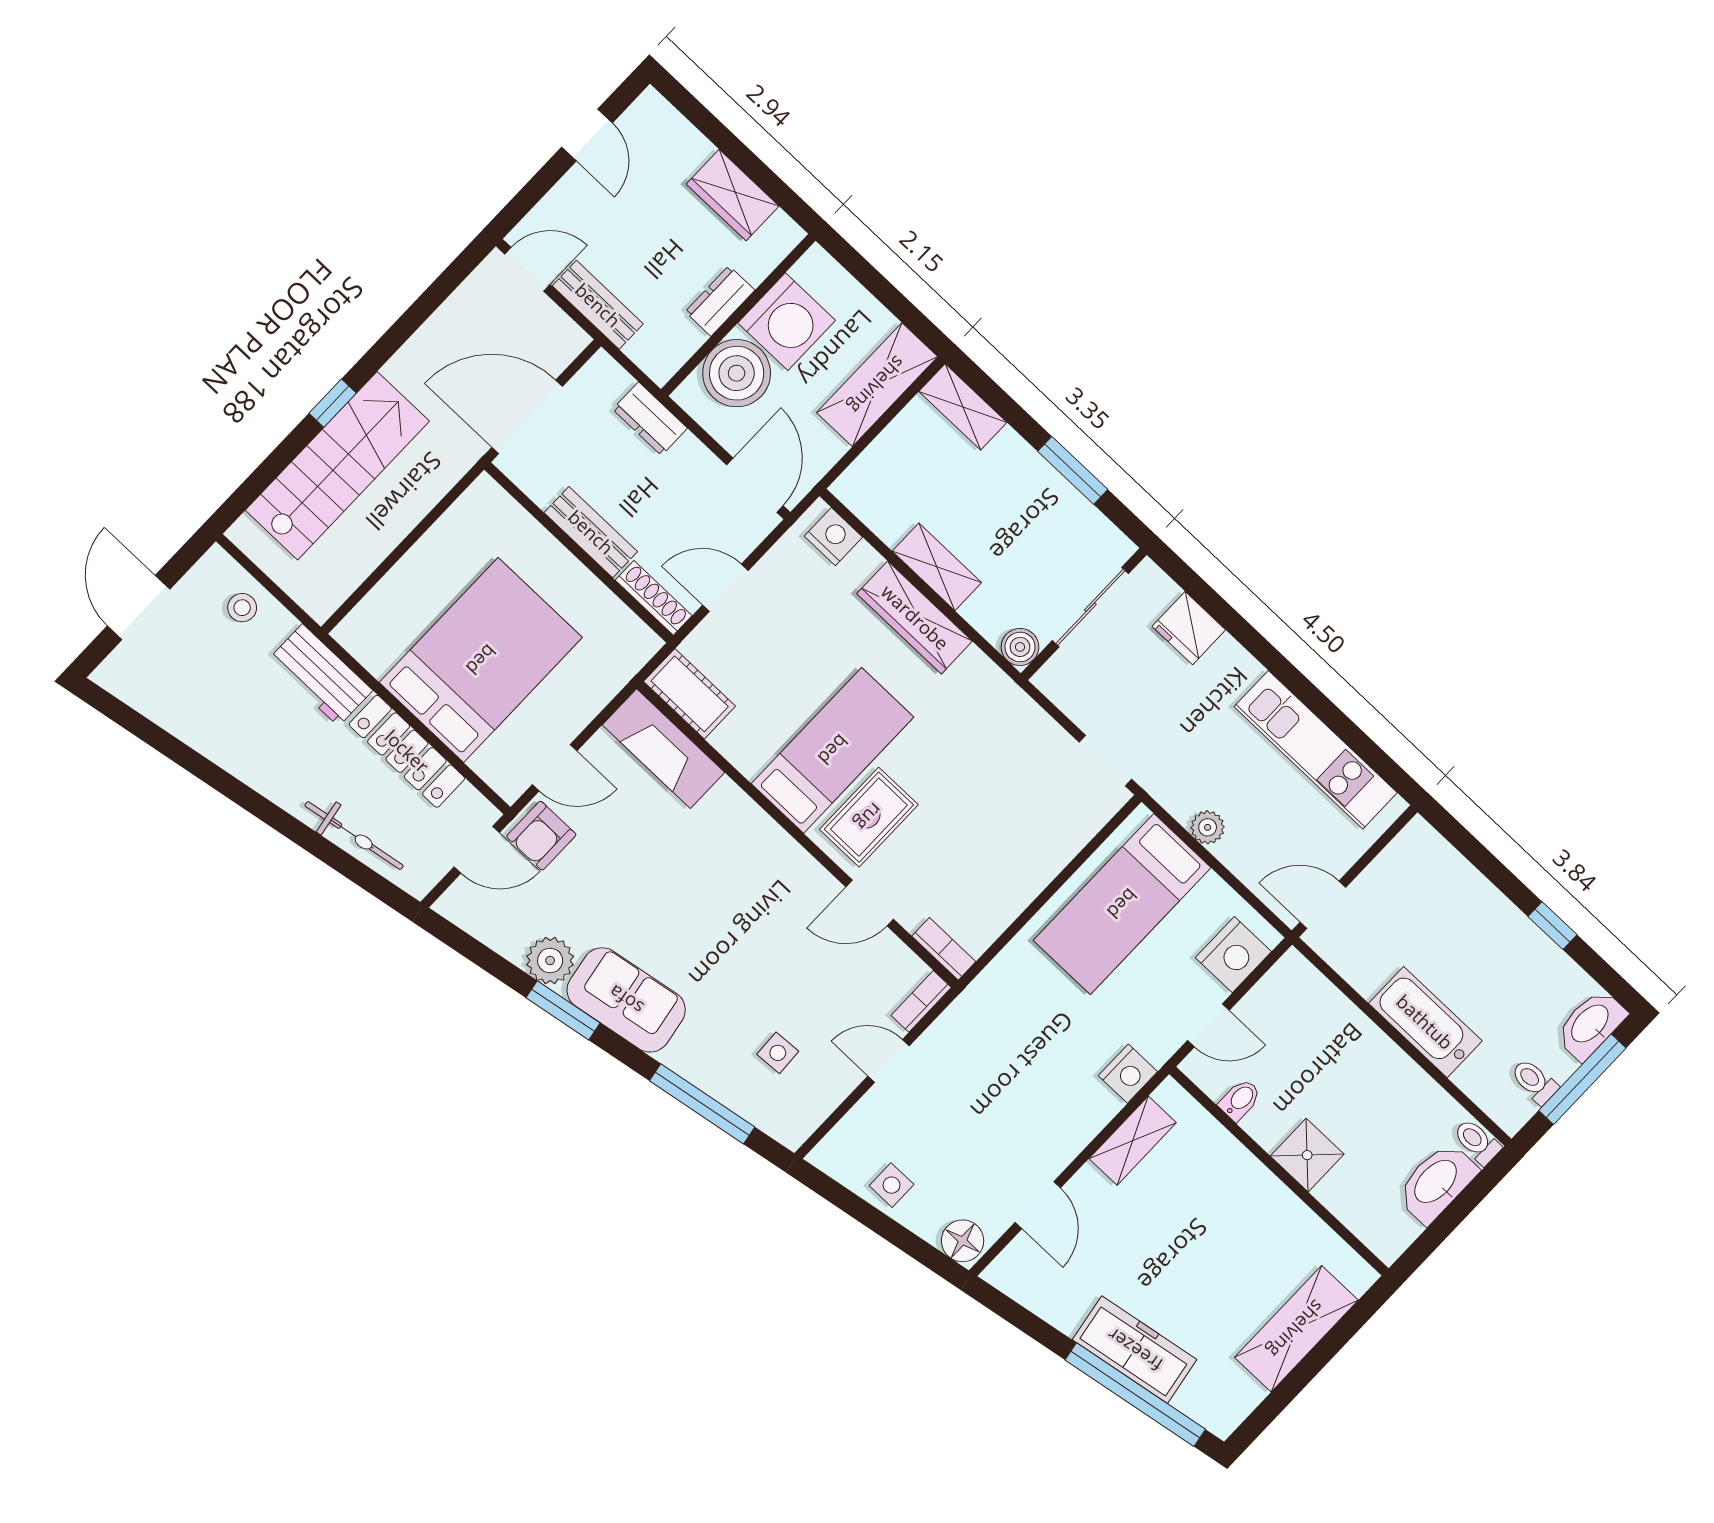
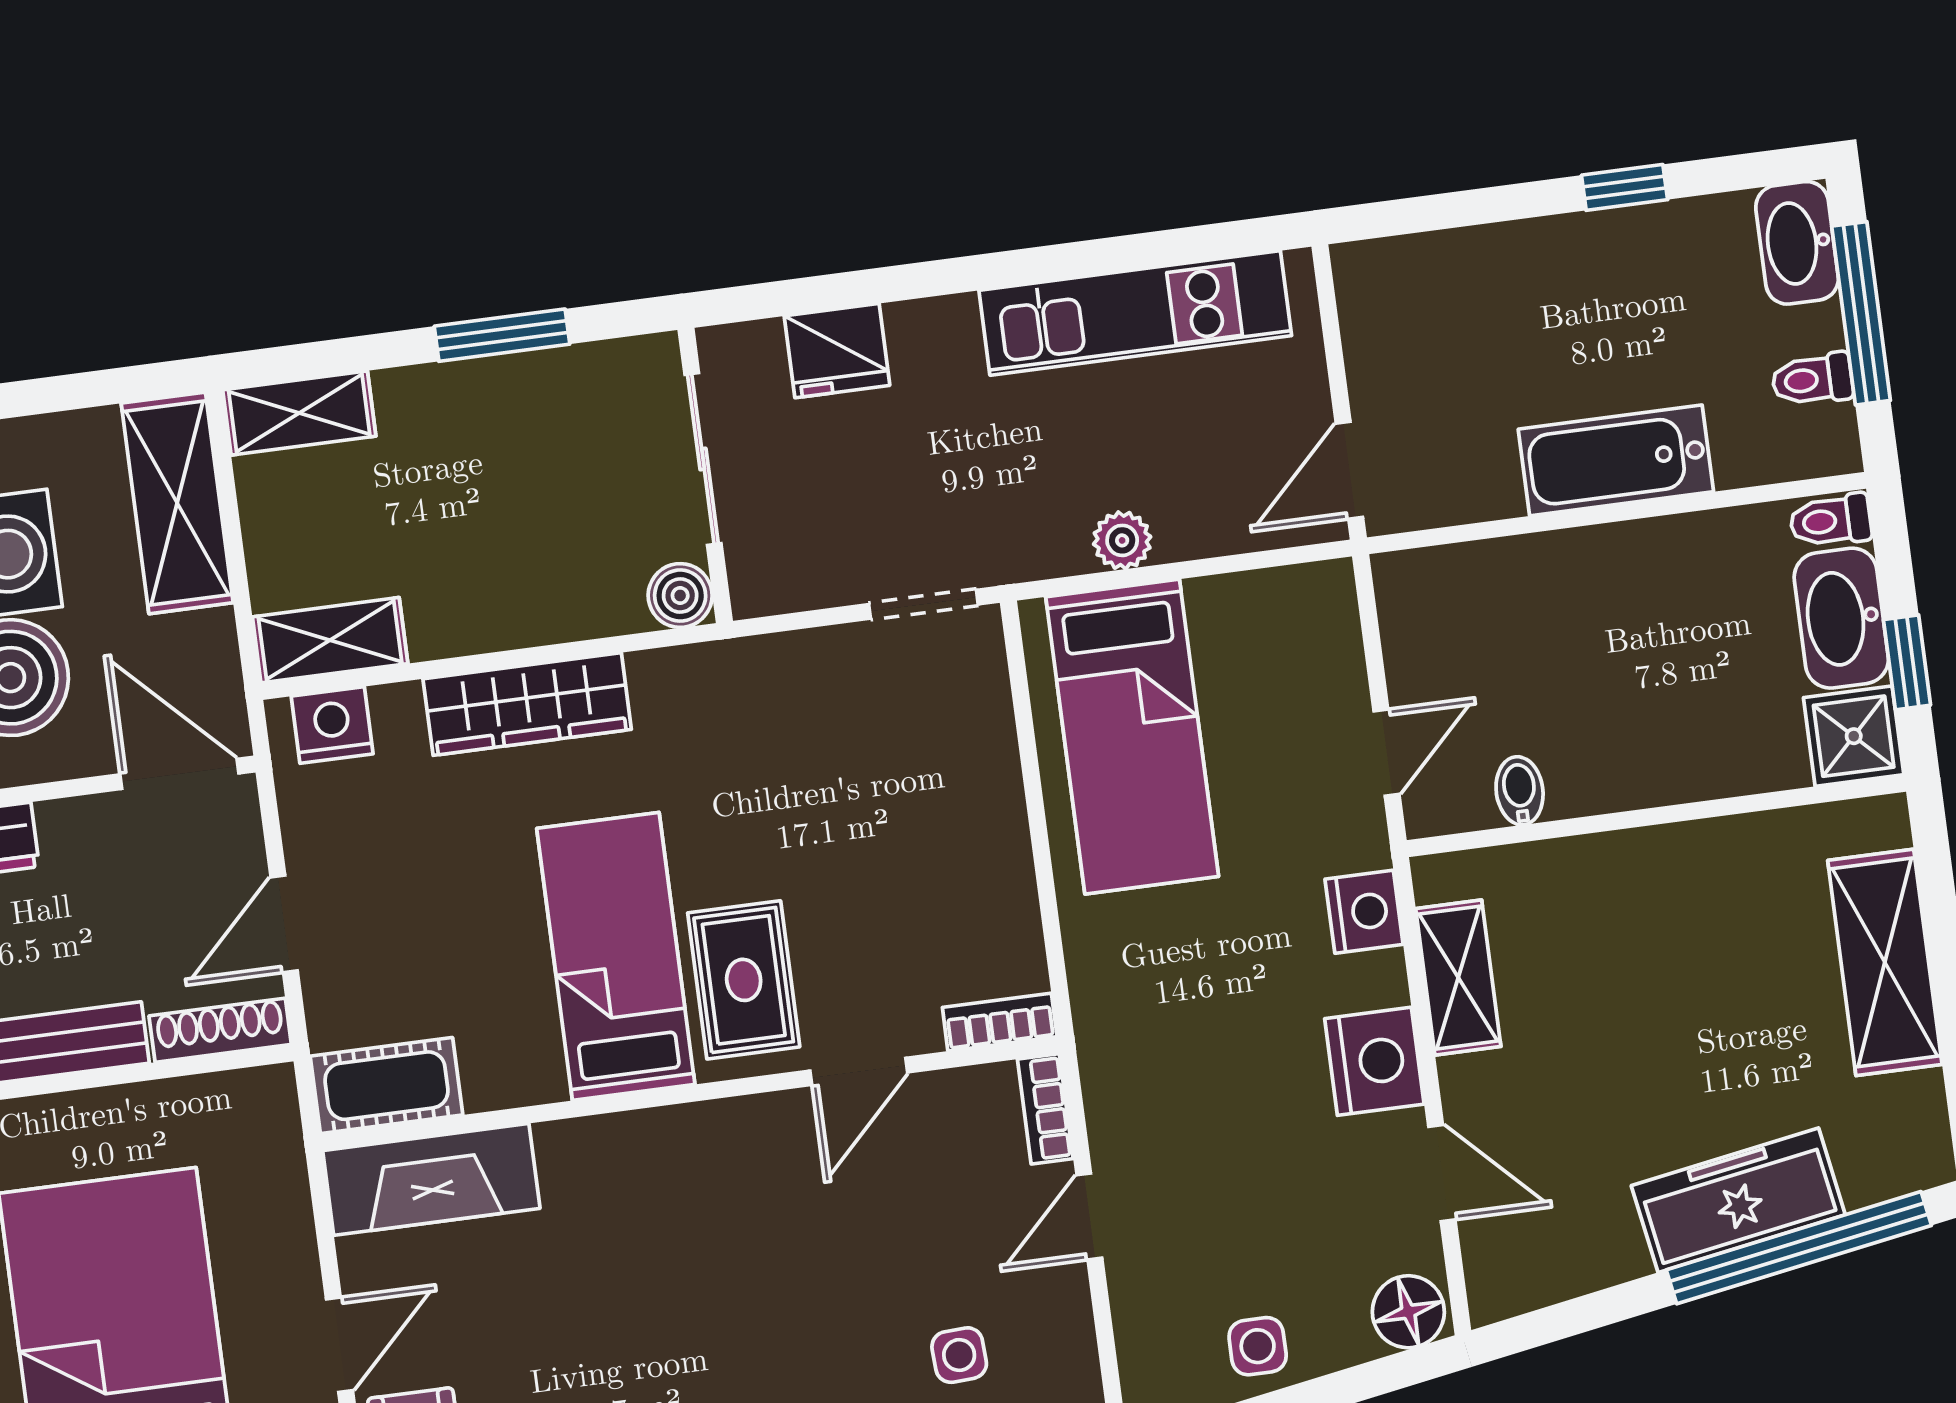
shelving: (937, 567) -> (330, 640), moved
nightstand: (1233, 955) -> (1374, 1061), moved
shower: (1307, 1155) -> (1854, 736), moved
window: (1441, 1229) -> (1907, 662), added

